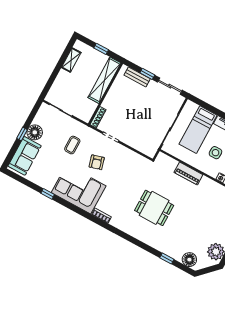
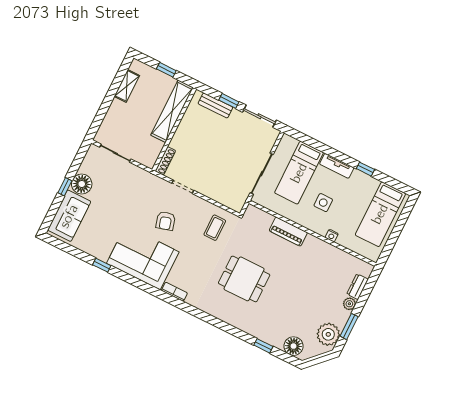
coffee table: (72, 145) -> (215, 228), moved

